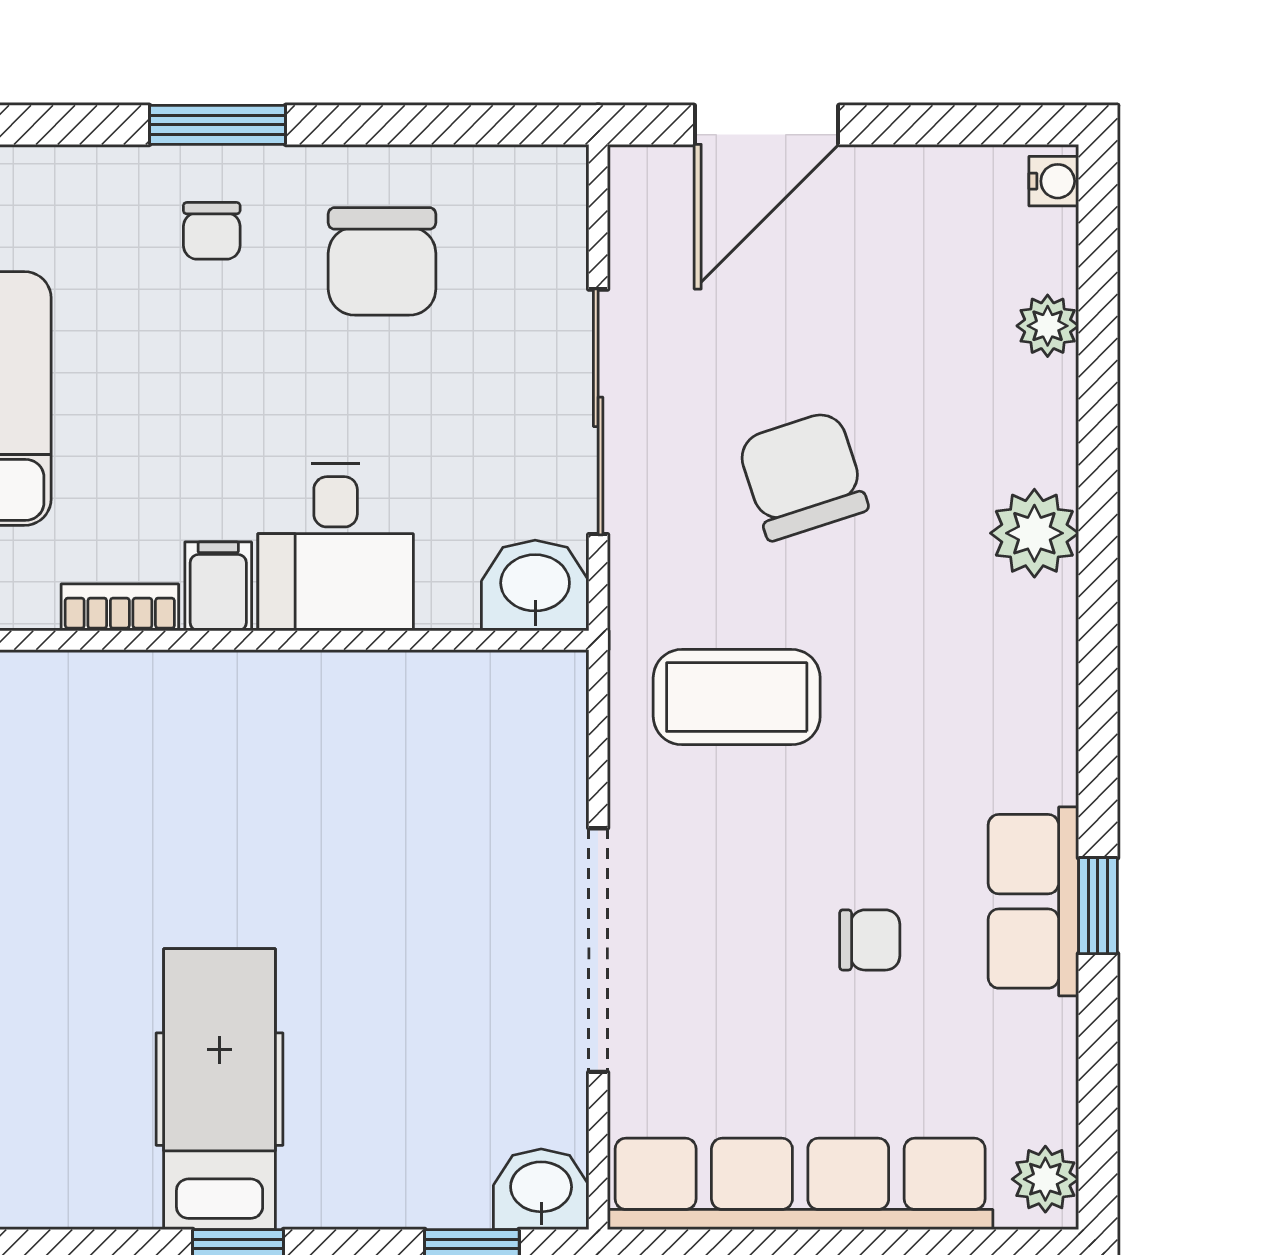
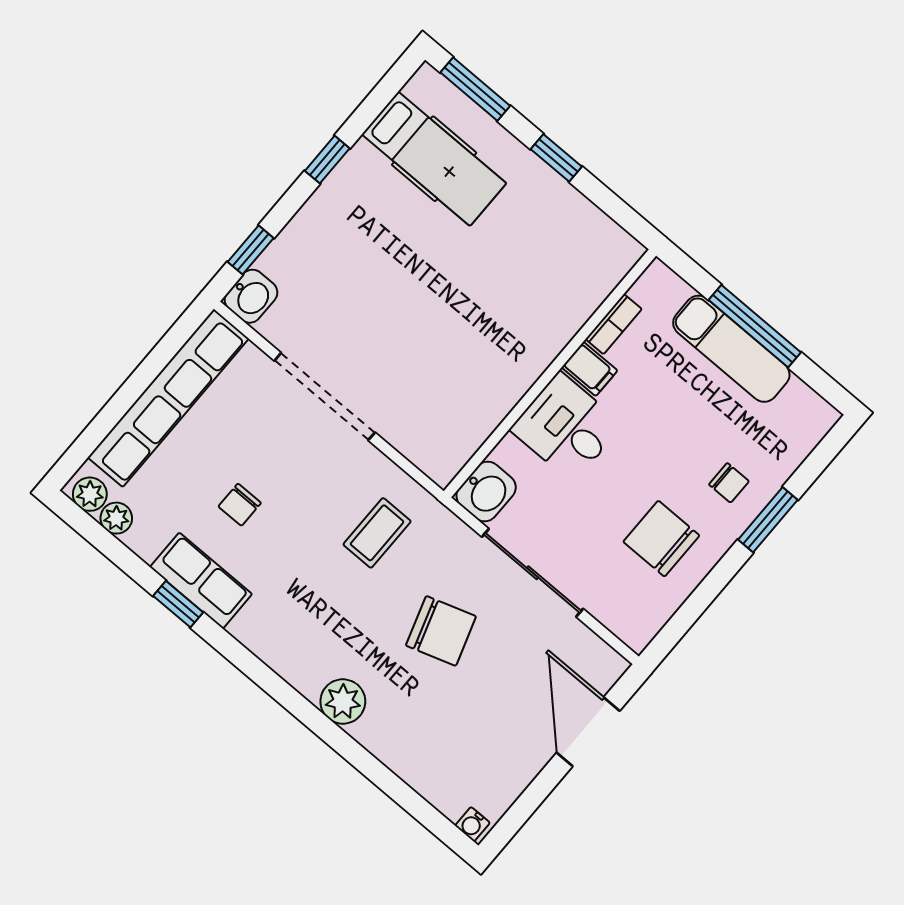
chair: (212, 231) -> (729, 483), turned 180
plant: (1048, 326) -> (116, 518), moved
coffee table: (737, 697) -> (377, 533), width x0.73, depth x0.77
hospital bed: (220, 1089) -> (434, 159), moved

